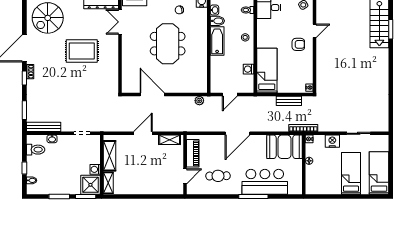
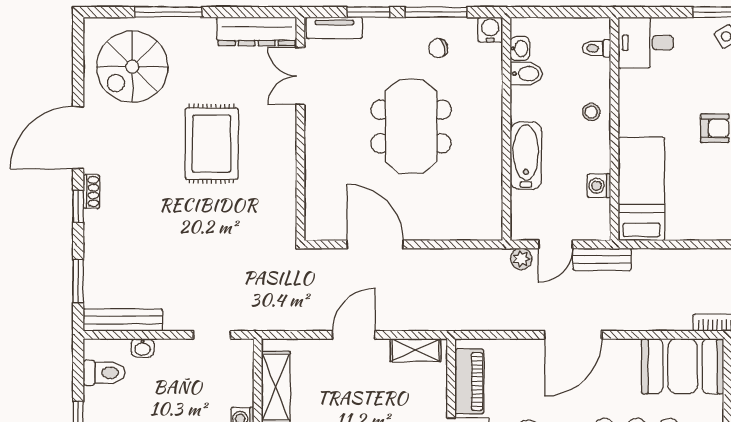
bathtub: (217, 41) -> (526, 156), moved
rug: (82, 51) -> (212, 144), turned 90
plant: (199, 101) -> (521, 259), moved
bench: (289, 101) -> (602, 259), moved

